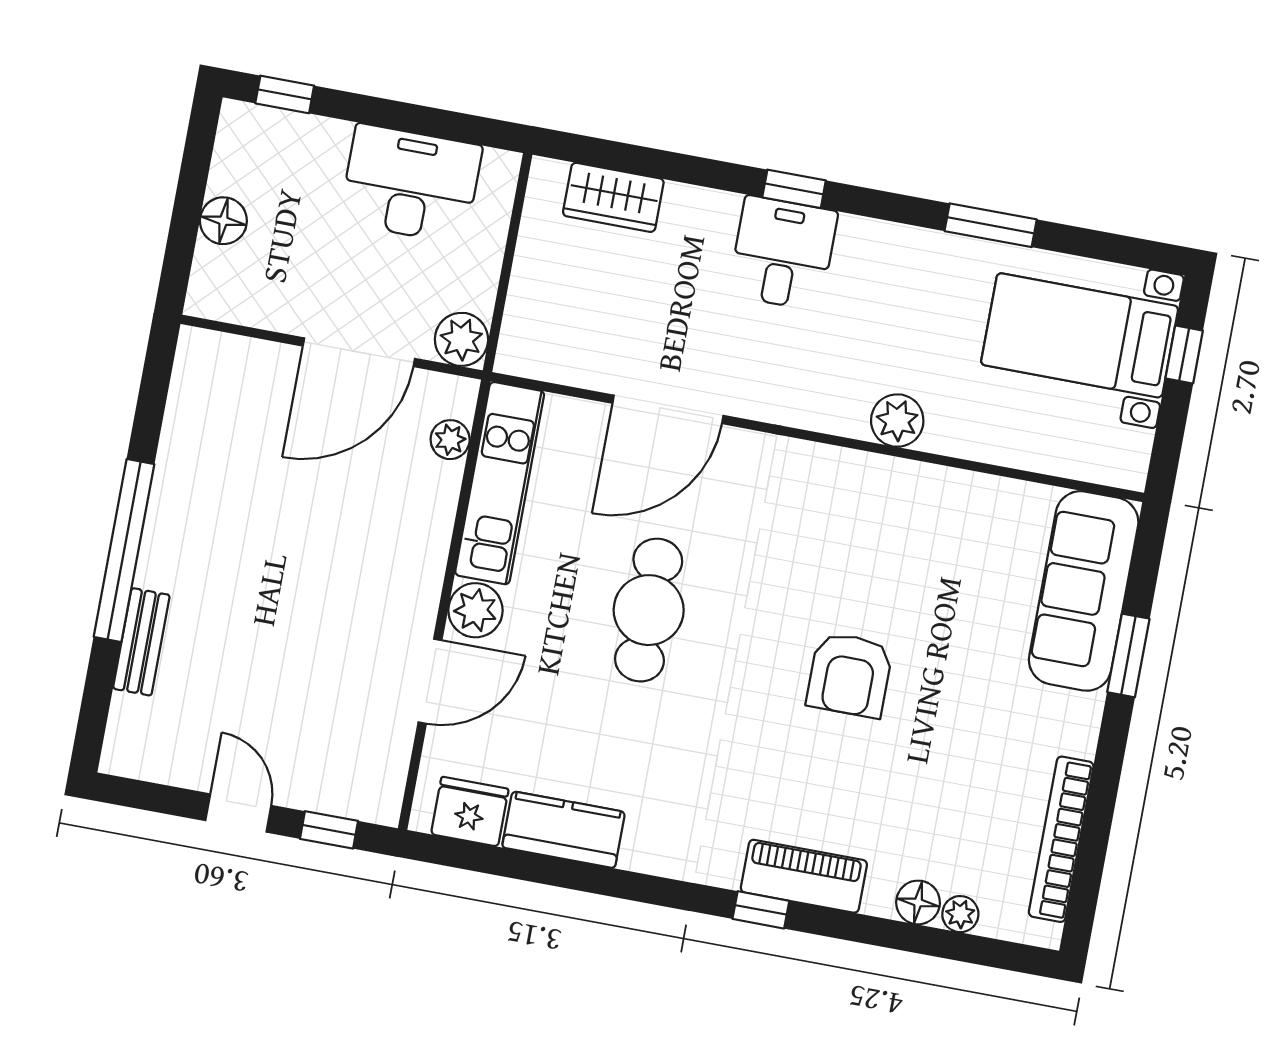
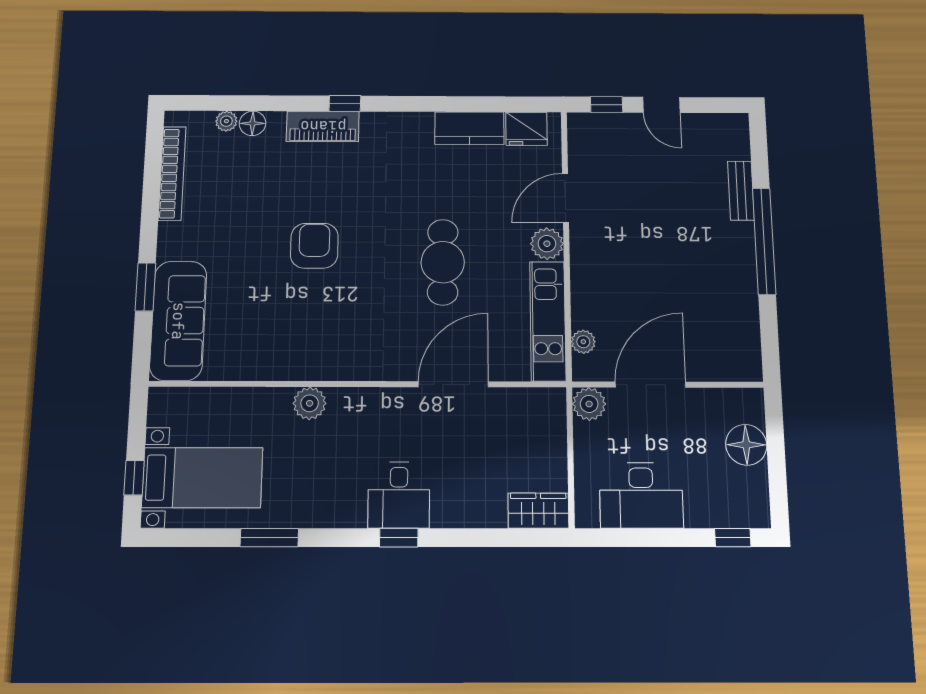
wardrobe: (613, 197) -> (538, 511), moved
floor lamp: (223, 221) -> (746, 445), width x1.38, depth x1.38

